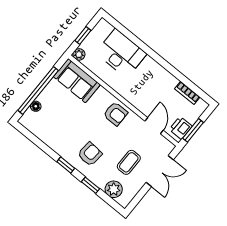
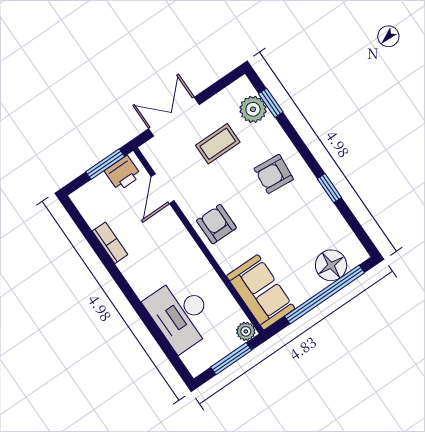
window: (83, 35) -> (231, 359), width x1.50
bookcase: (187, 93) -> (110, 243), moved
floor lamp: (36, 106) -> (331, 265), width x1.89, depth x1.89
window: (66, 165) -> (329, 188), moved
window: (91, 185) -> (271, 103), moved

